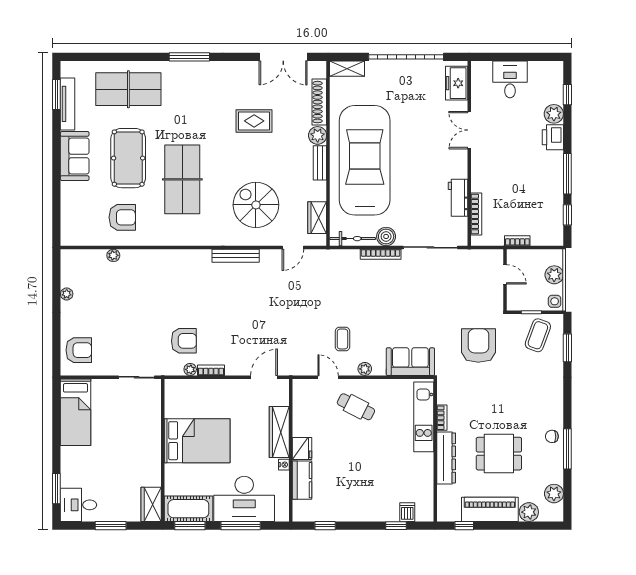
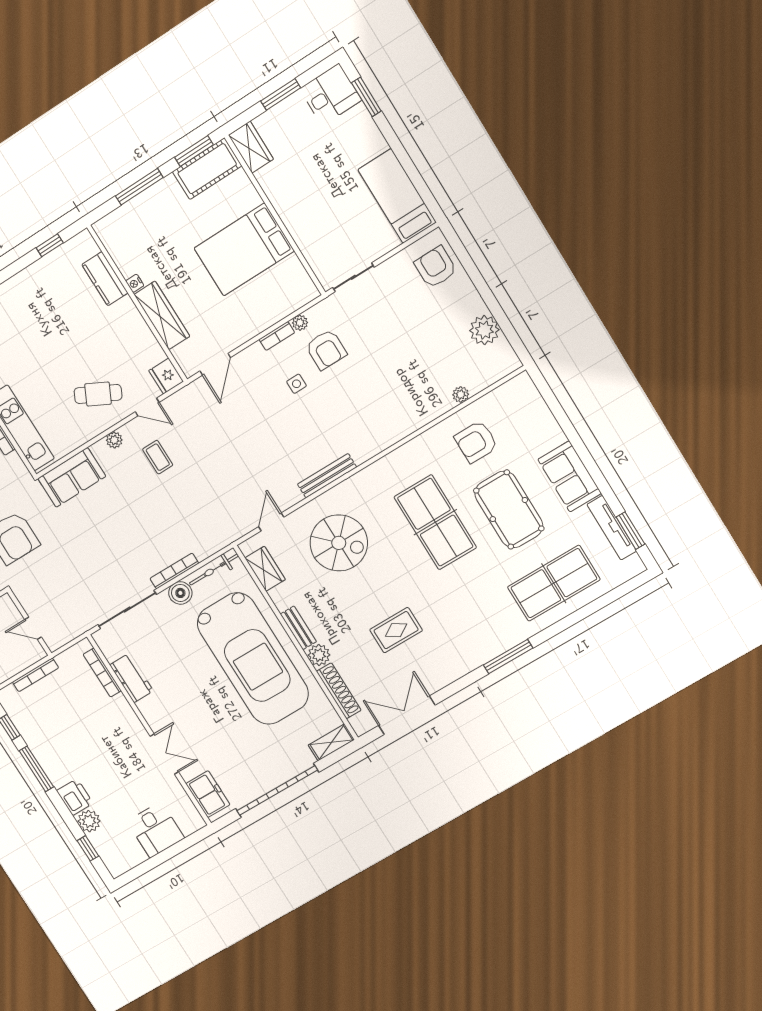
bookcase: (517, 241) -> (36, 675), width x1.56
plant: (67, 294) -> (484, 330), width x1.88, depth x1.88
side table: (218, 330) -> (297, 384), added
armchair: (184, 341) -> (326, 350), turned -90
armchair: (79, 350) -> (436, 267), turned 90
fridge: (302, 449) -> (166, 376), moved
desk: (244, 499) -> (154, 219), removed

